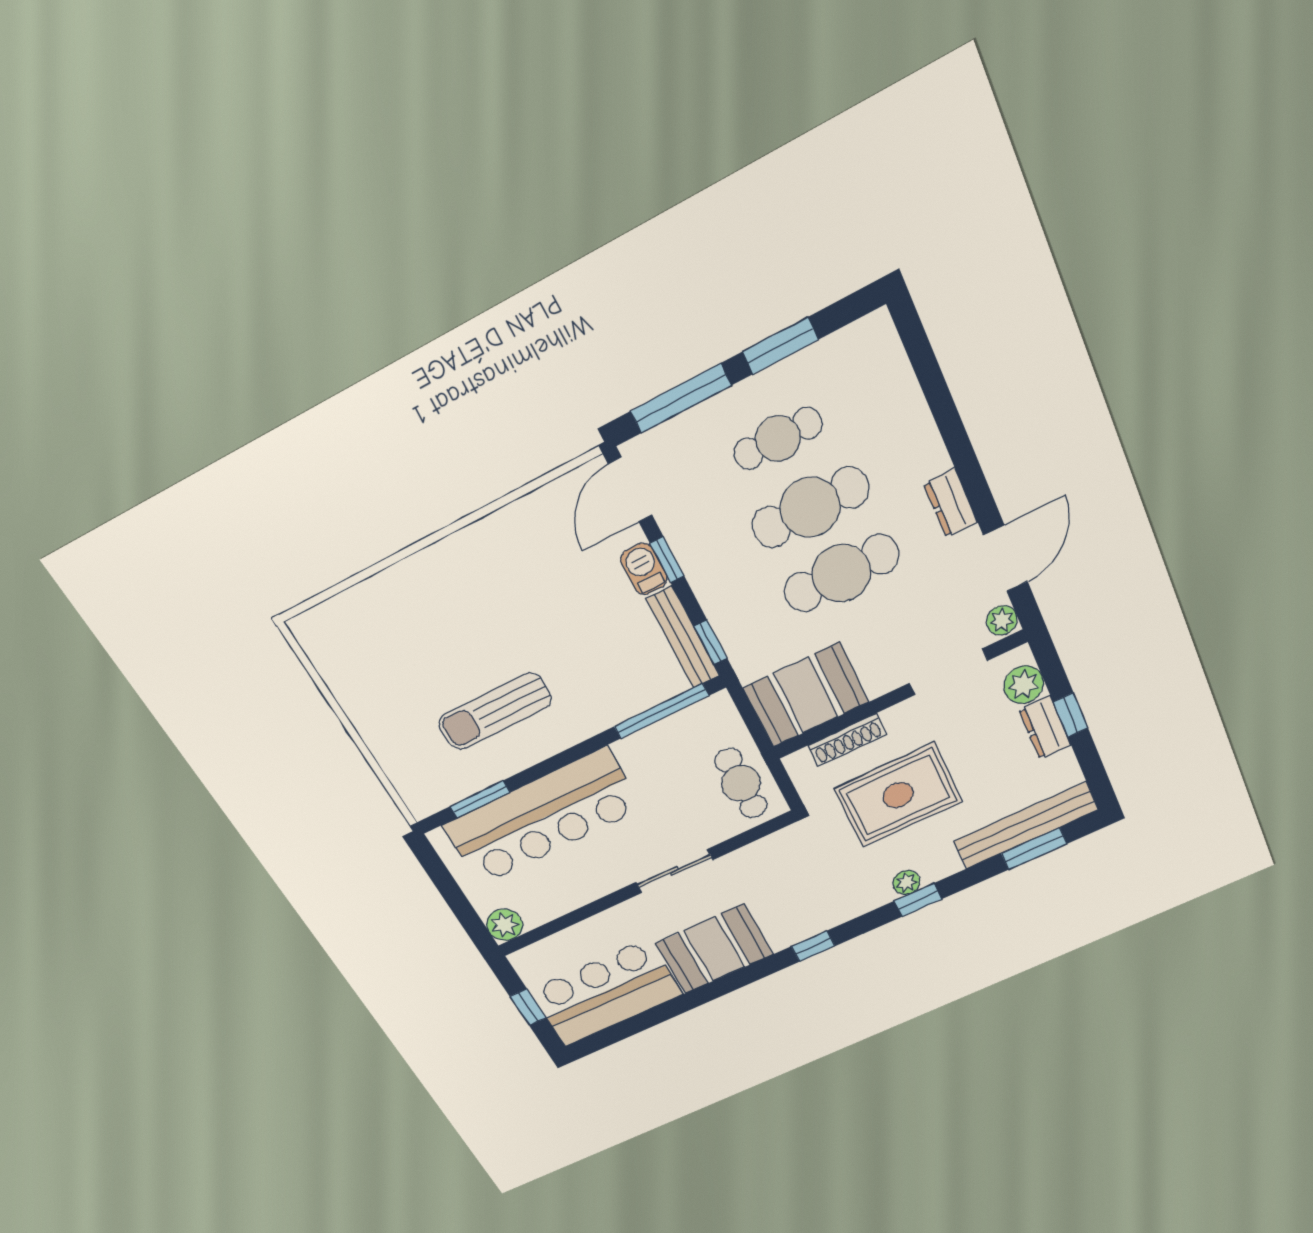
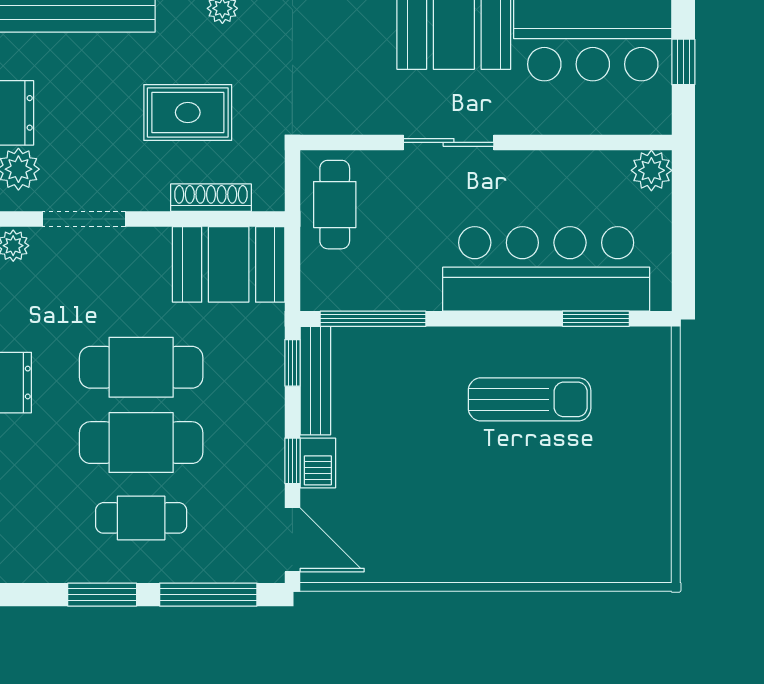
door: (630, 490) -> (292, 540), hinge flipped
rug: (898, 795) -> (188, 112), width x0.73, depth x0.70

